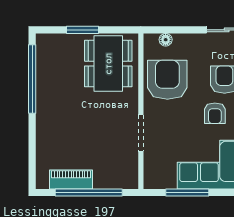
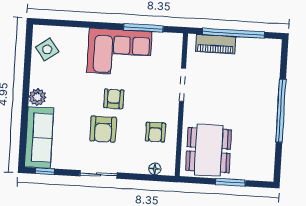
window: (32, 79) -> (281, 111), moved
armchair: (167, 80) -> (155, 132), width x0.53, depth x0.53
piano: (71, 179) -> (216, 44), moved

